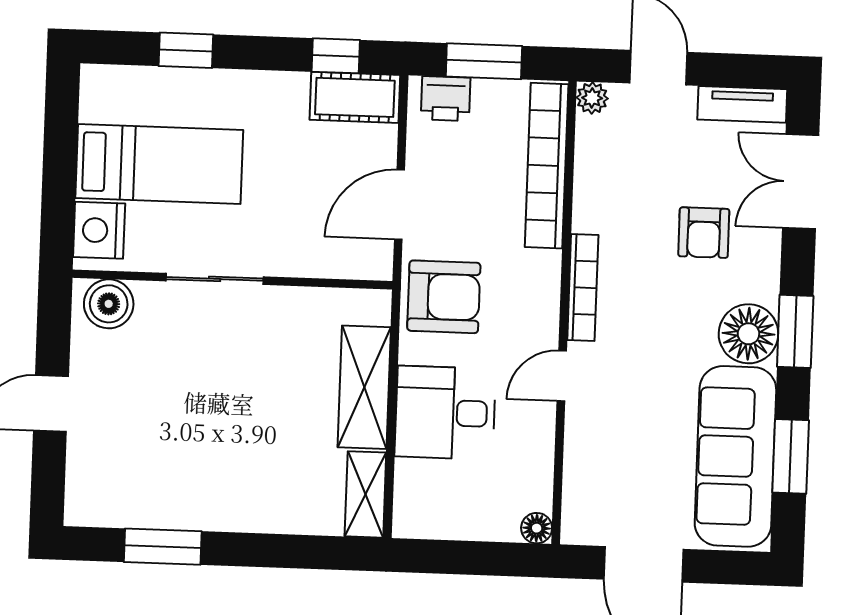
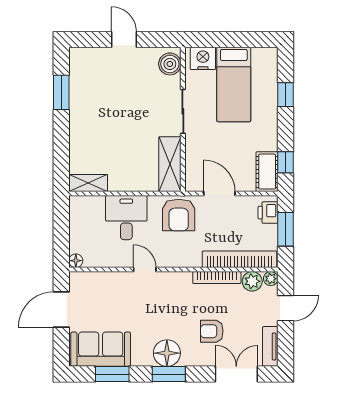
plant: (597, 139) -> (252, 281), added
bookcase: (583, 288) -> (217, 278), moved
shelving: (364, 387) -> (170, 164), moved, turned 90
sofa: (735, 456) -> (101, 349), width x0.73

